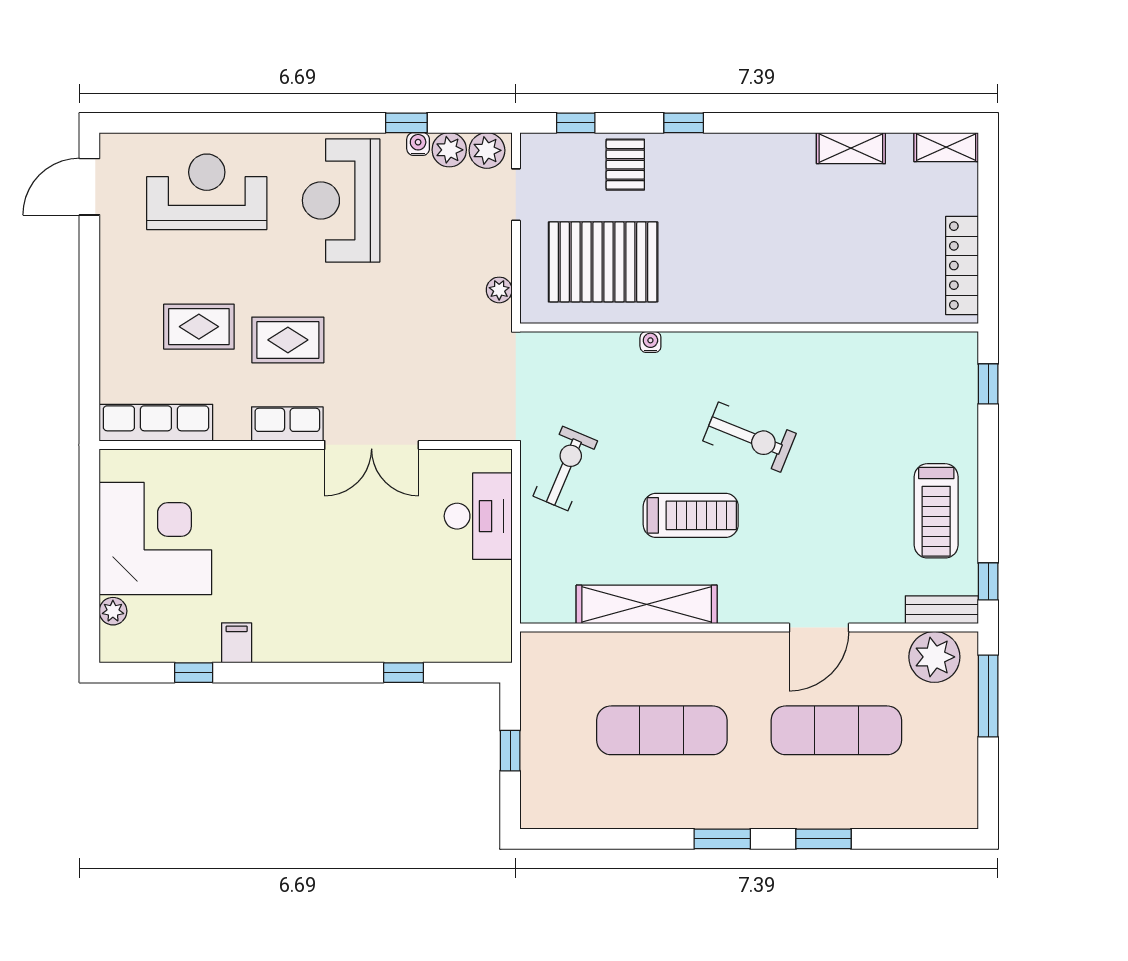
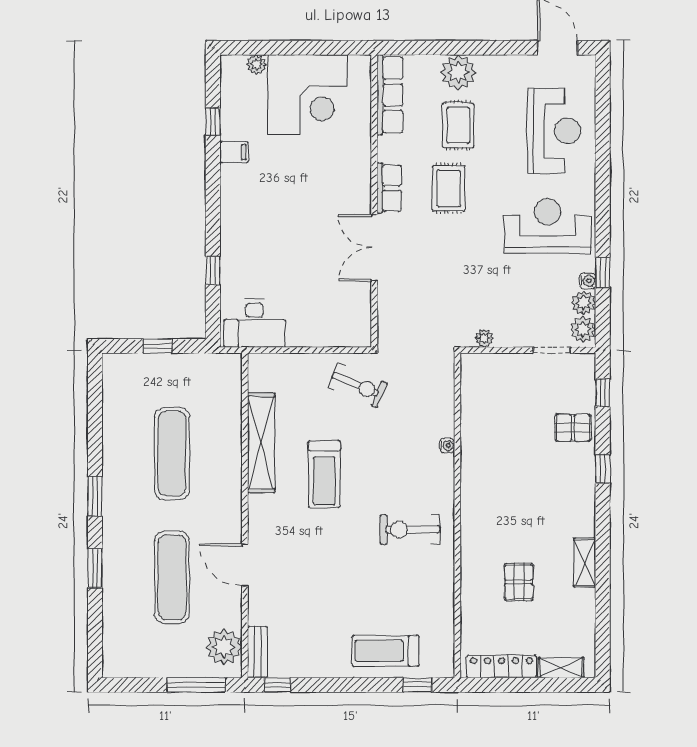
shelving: (946, 147) -> (561, 668), moved, turned 90
shelving: (851, 148) -> (585, 563), moved
pallet: (603, 262) -> (519, 582), moved, width x0.49, depth x0.50
plant: (124, 326) -> (458, 72), added
exercise bike: (749, 437) -> (410, 529), moved, turned 68
treadmill: (936, 511) -> (386, 651), moved
desk: (478, 516) -> (254, 323), moved

